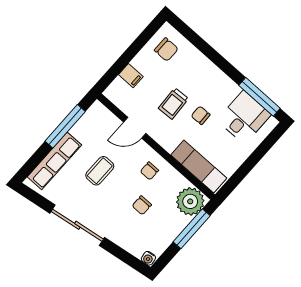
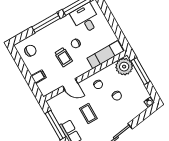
window: (217, 59) -> (46, 23), added
door: (135, 128) -> (70, 85), hinge flipped

